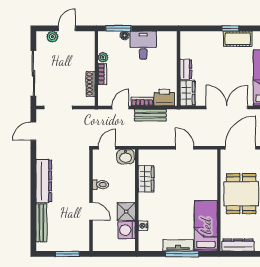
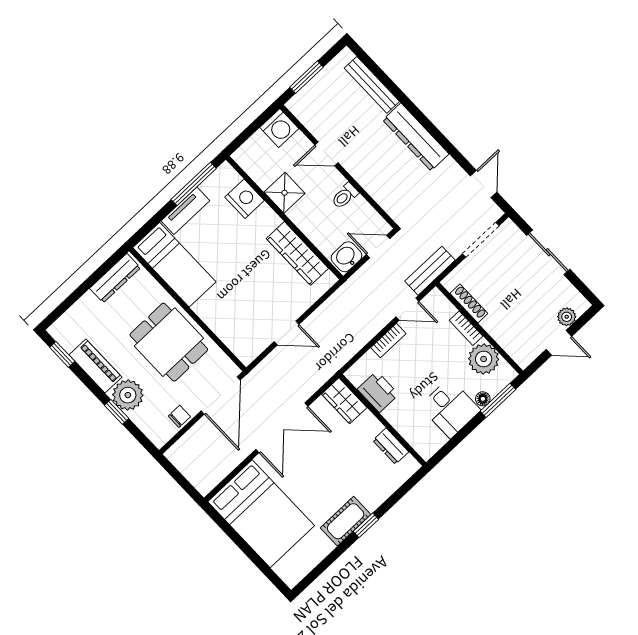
door: (67, 28) -> (559, 343), hinge flipped
plant: (103, 57) -> (484, 359), width x1.88, depth x1.88
dresser: (186, 69) -> (391, 446), moved
sliding door: (33, 73) -> (548, 252), width x0.73
printer: (164, 98) -> (378, 392), moved, turned -90
door: (120, 107) -> (407, 309), hinge flipped
bench: (150, 115) -> (430, 271), moved
door: (107, 148) -> (378, 247), swing flipped
wardrobe: (146, 179) -> (297, 253), width x1.50
nightstand: (143, 226) -> (245, 199), width x1.89, depth x1.79
washing machine: (127, 230) -> (279, 128), moved, turned 90
window: (182, 254) -> (194, 184), moved

